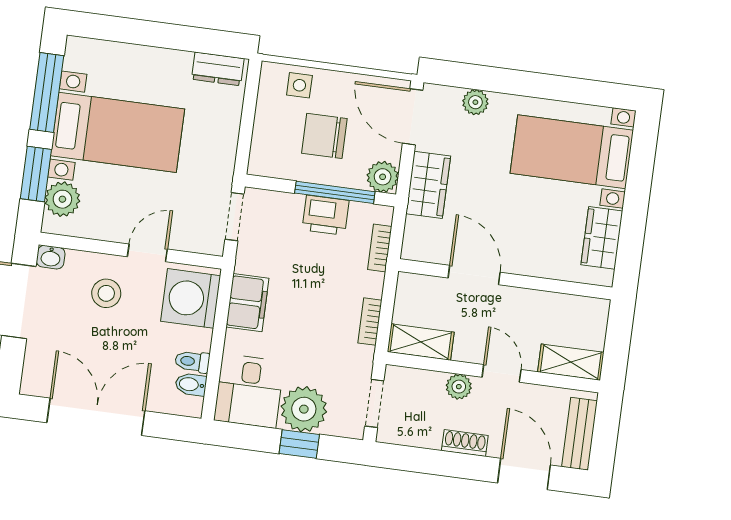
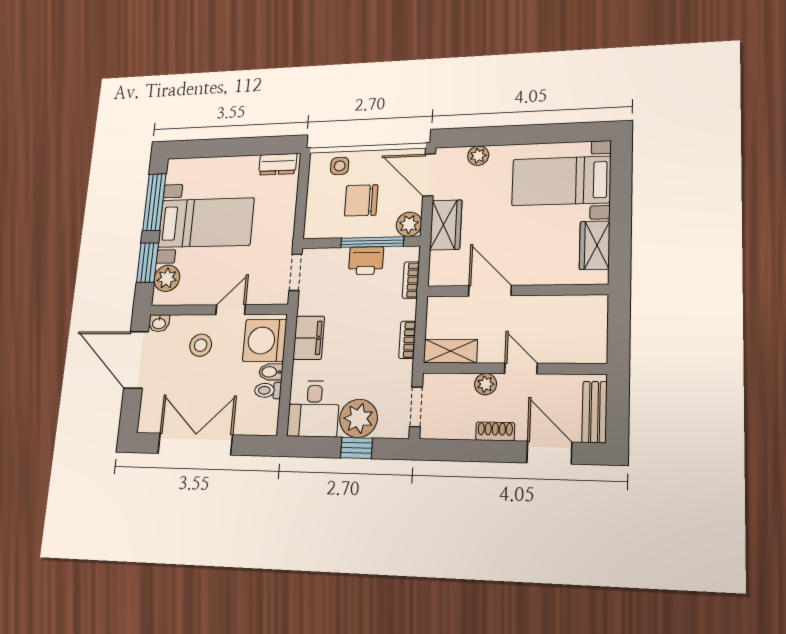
shelving: (571, 362) -> (580, 352), removed
bidet: (191, 384) -> (271, 372), moved

